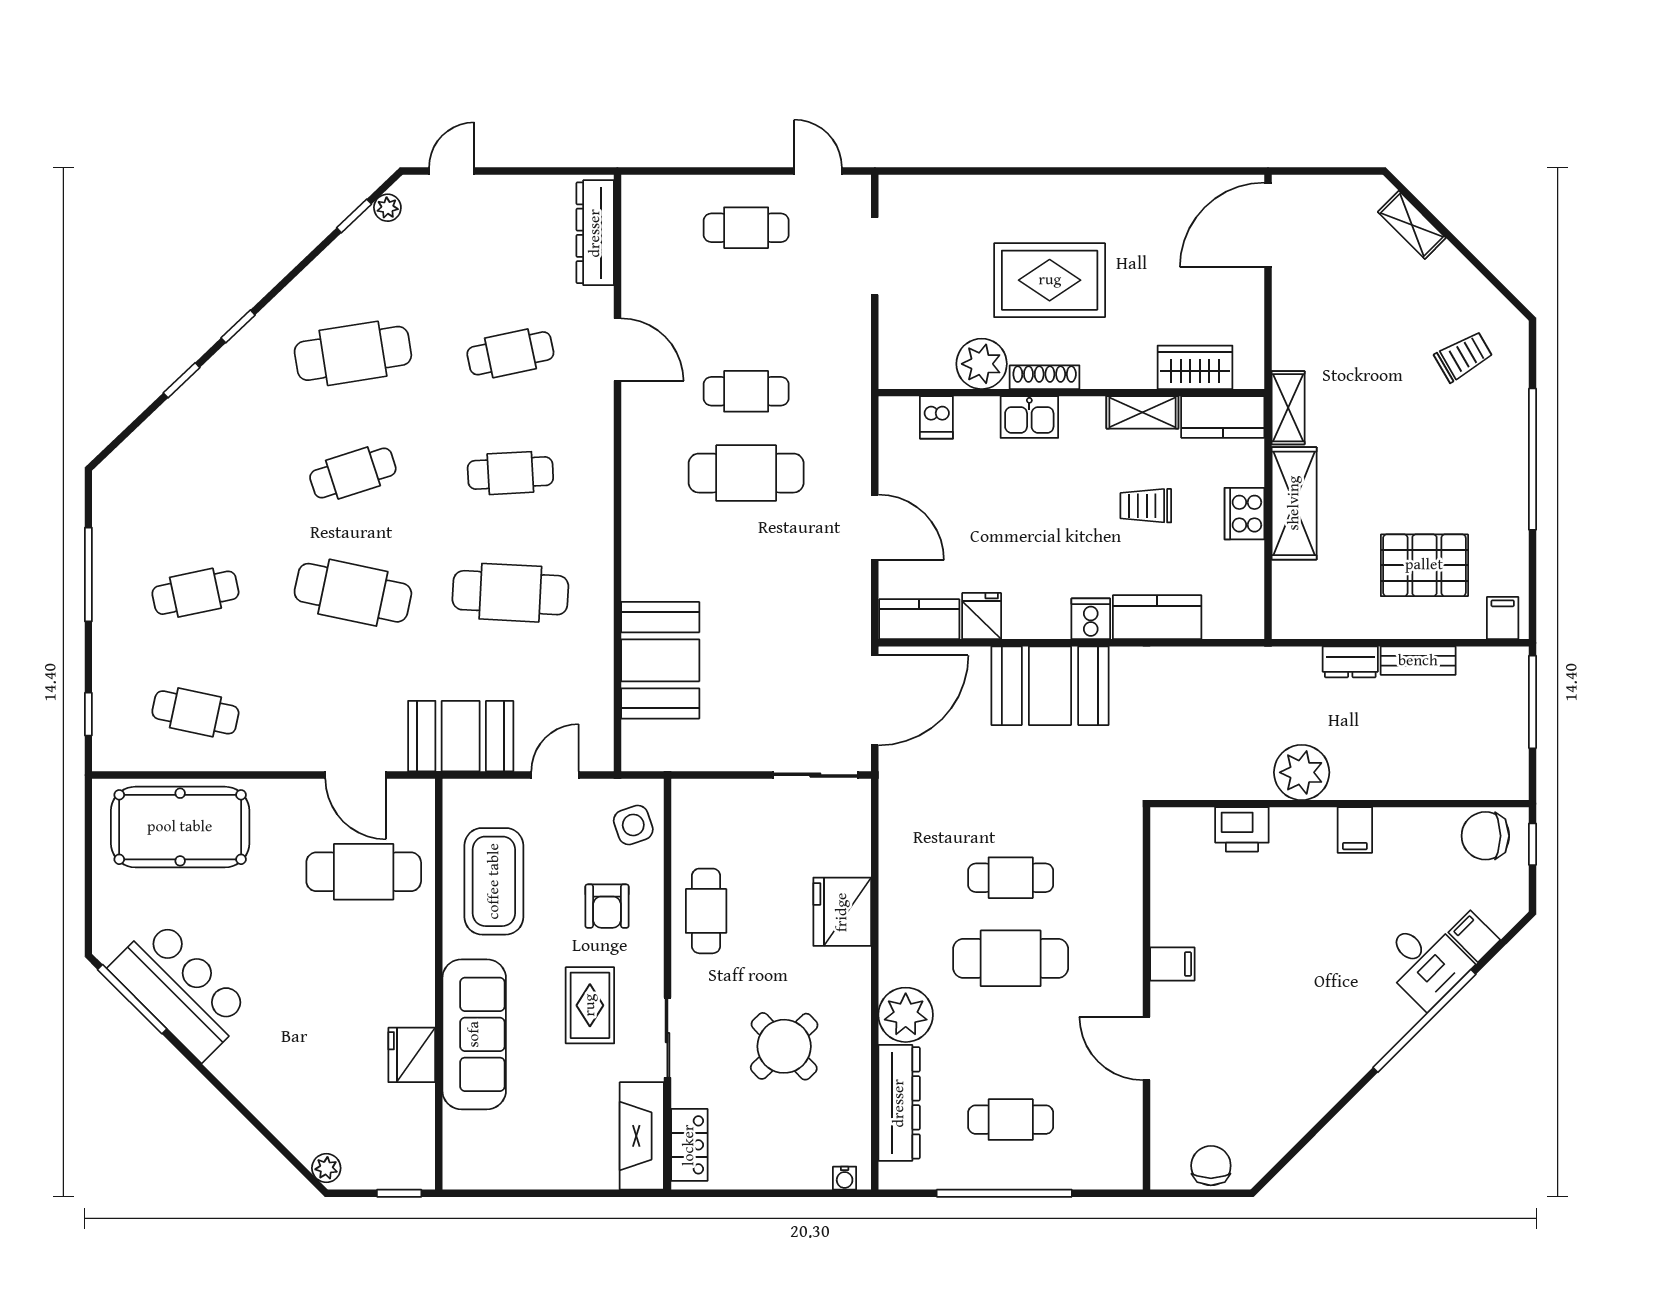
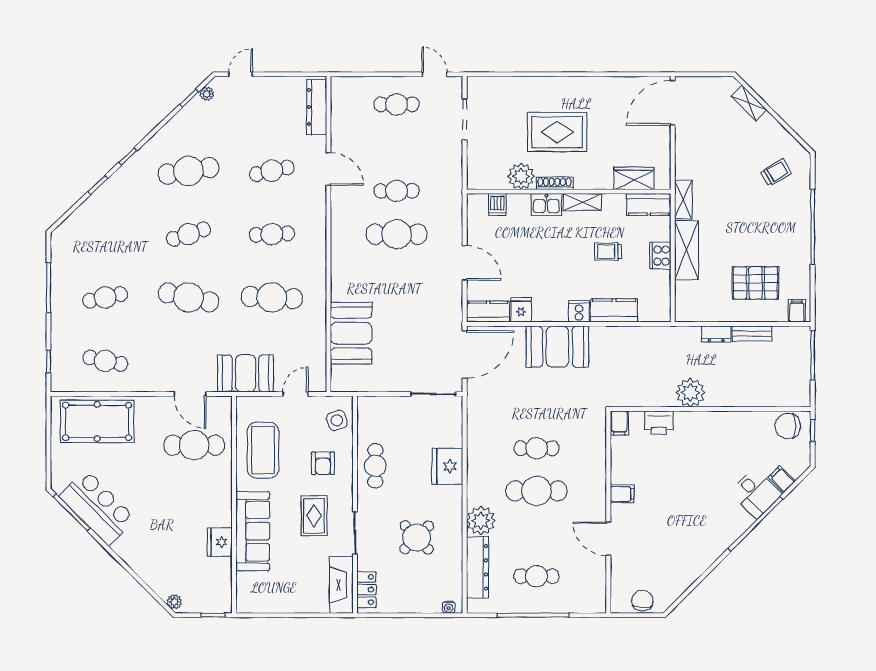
shelving: (1142, 412) -> (582, 202), moved
filing cabinet: (1355, 830) -> (619, 423), moved

